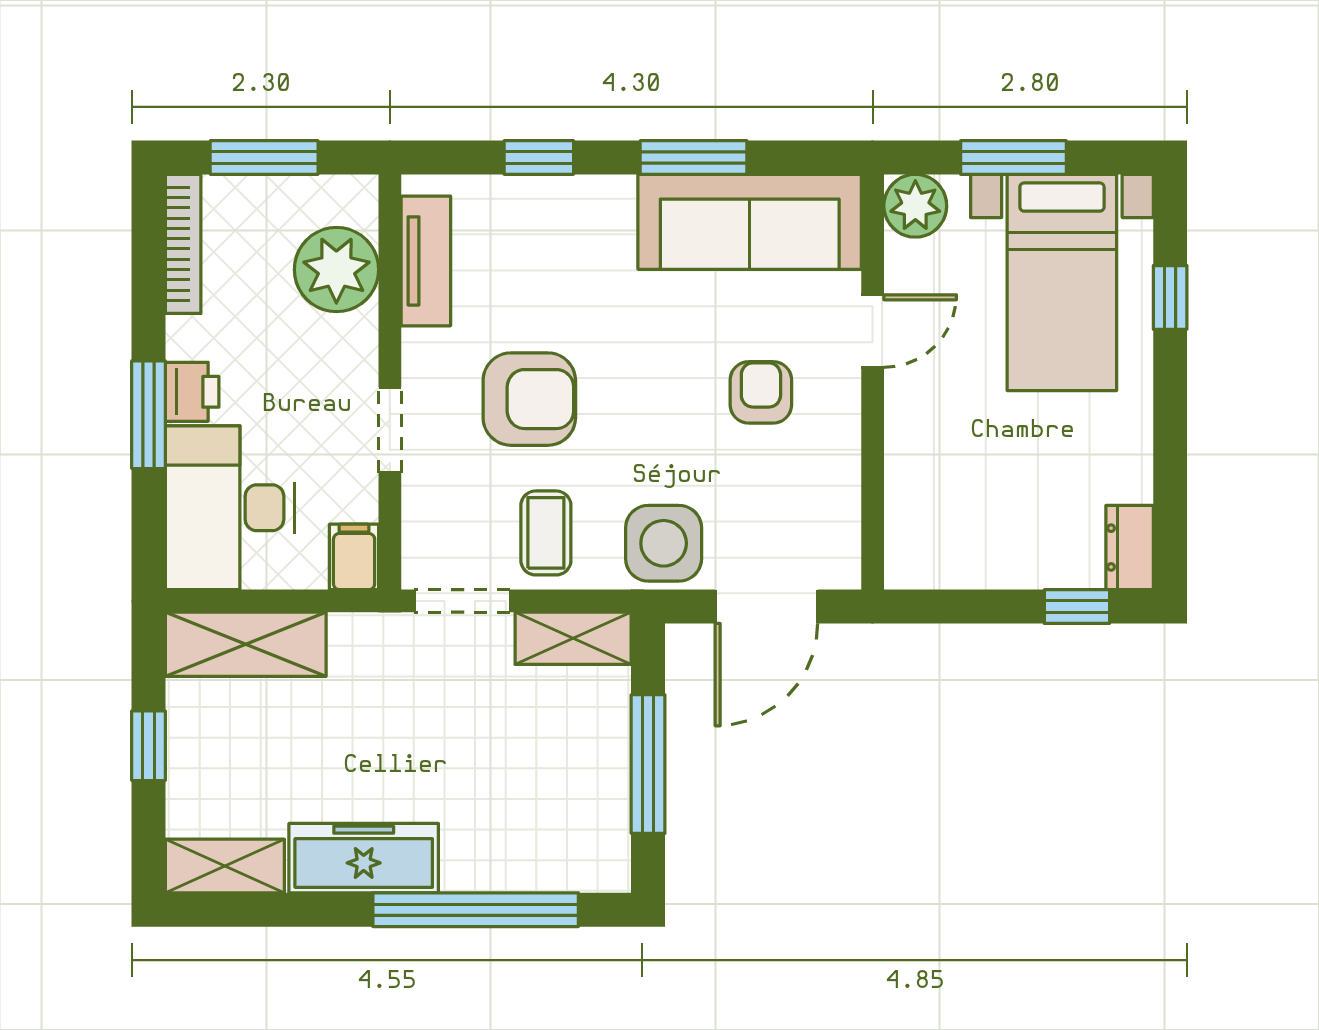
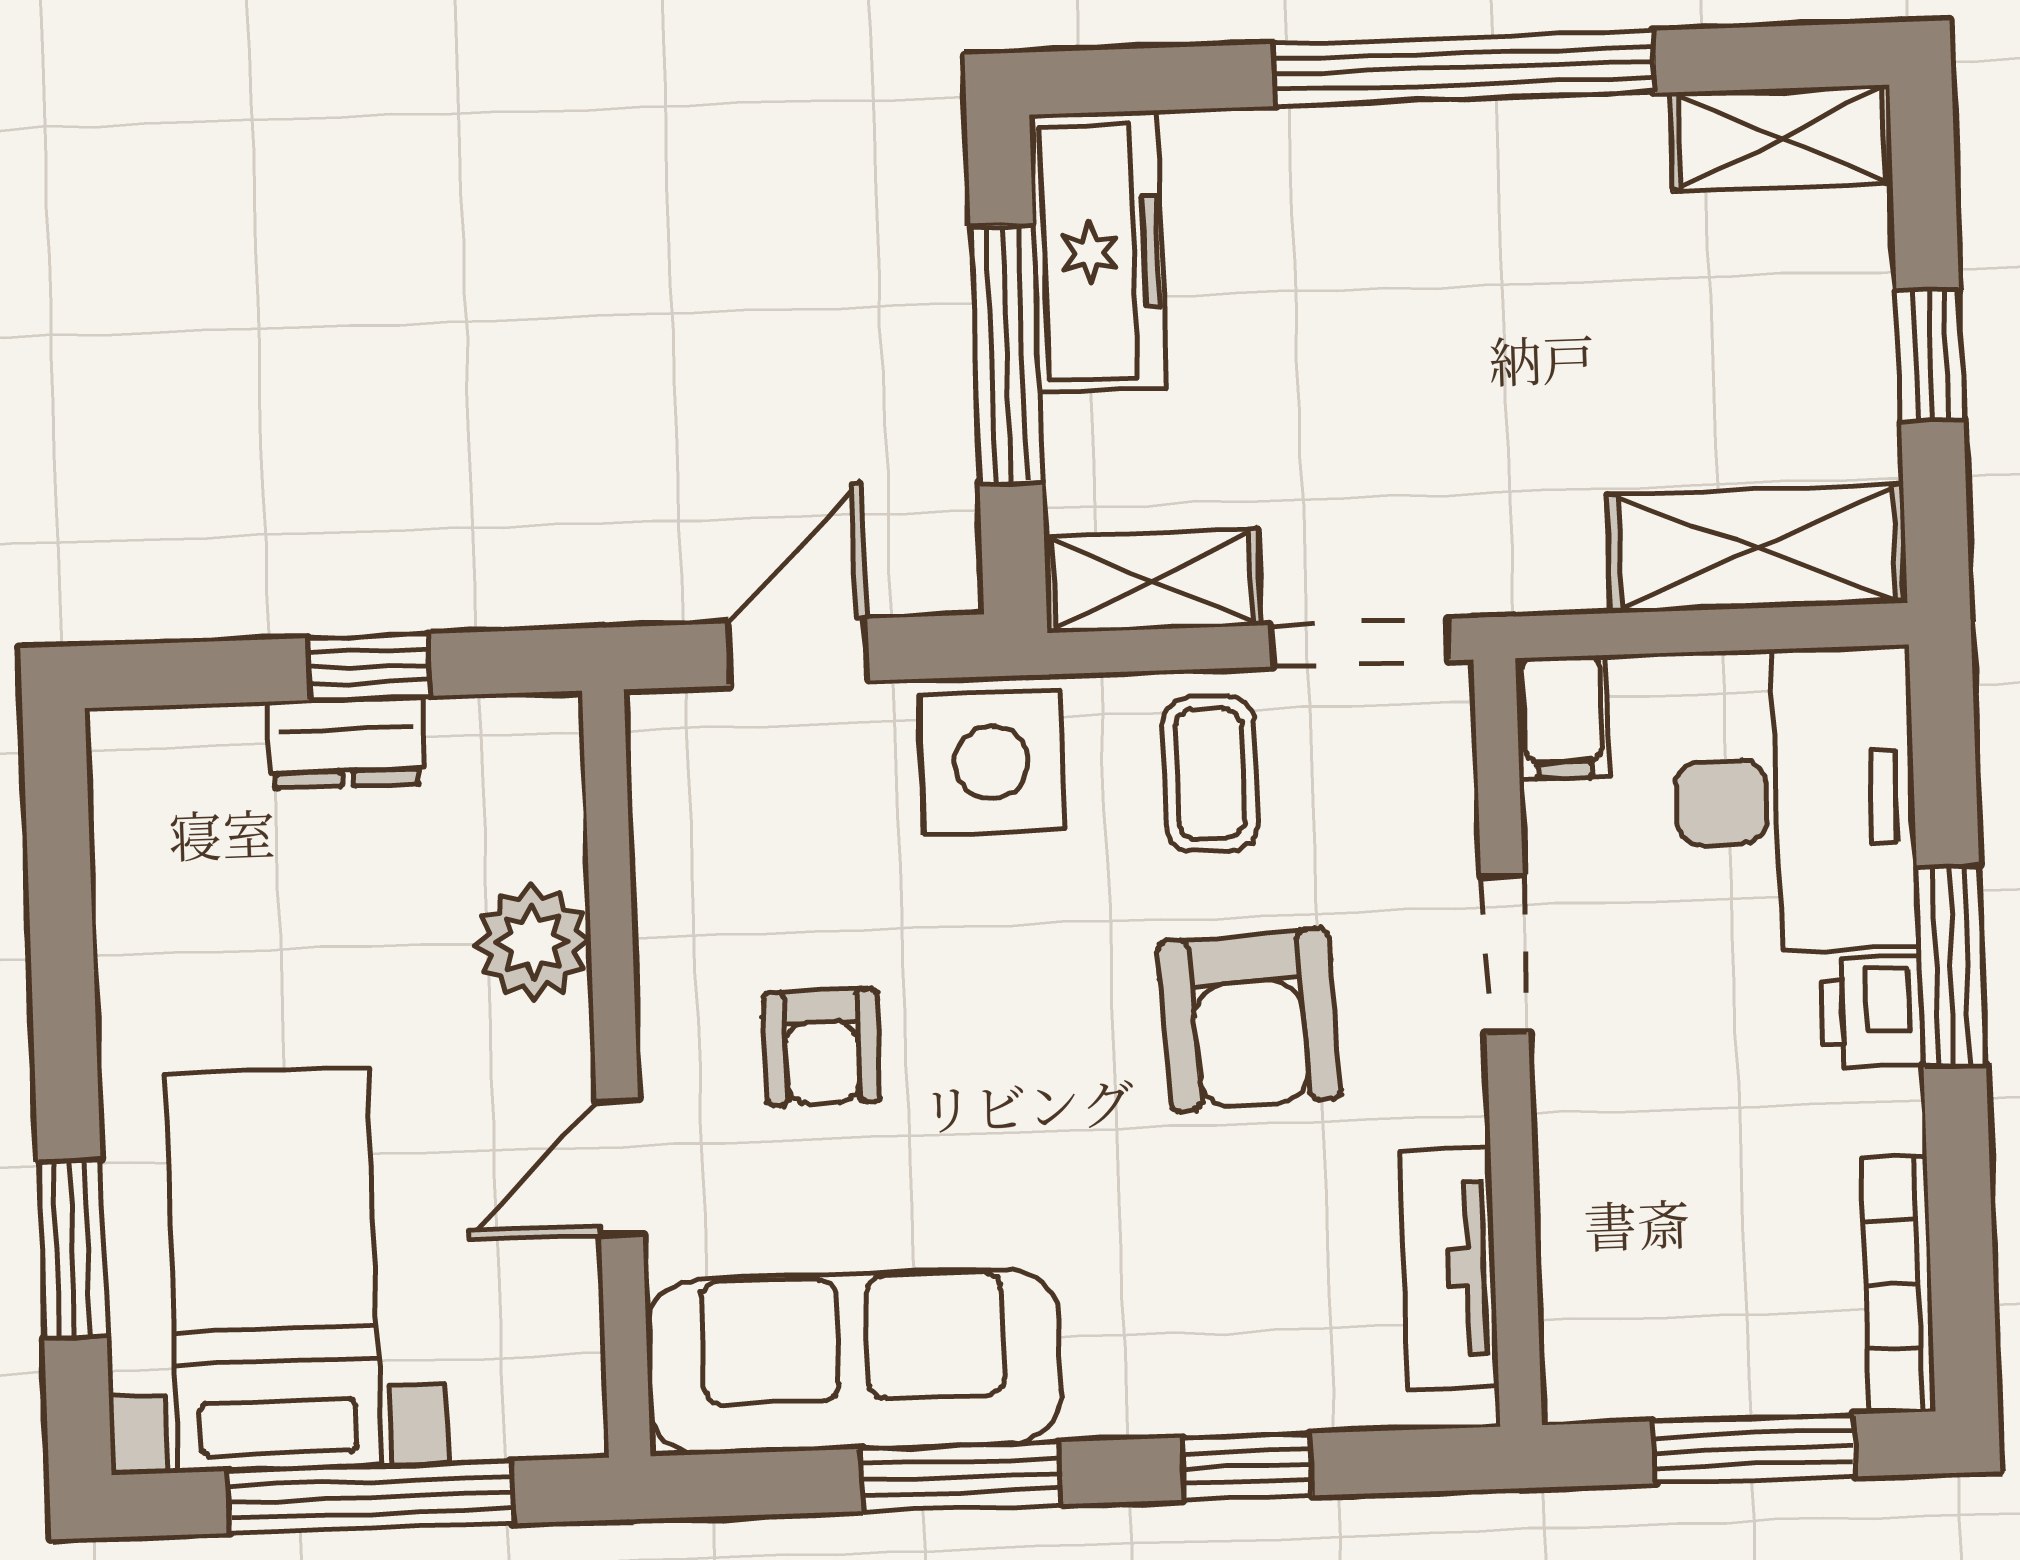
window: (1013, 157) -> (371, 1497), width x1.44
plant: (915, 206) -> (533, 942), moved
plant: (336, 270) -> (1614, 1247), removed
window: (1170, 297) -> (72, 1249), width x1.50
armchair: (529, 399) -> (1249, 1020), turned -93
dresser: (1130, 548) -> (346, 743), moved, turned 90
door: (766, 607) -> (798, 652), width x0.73
window: (1077, 607) -> (369, 667), moved
freezer: (364, 858) -> (1098, 252), moved, turned -90
window: (476, 910) -> (1464, 68), moved

